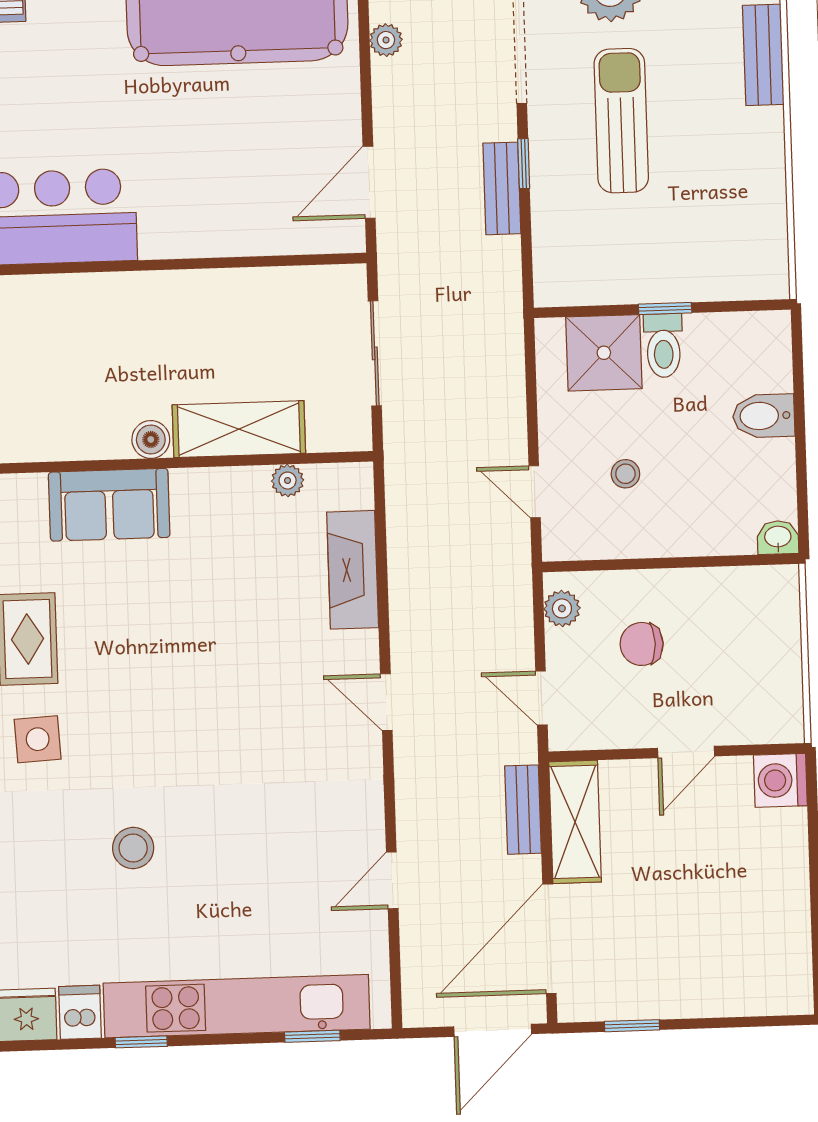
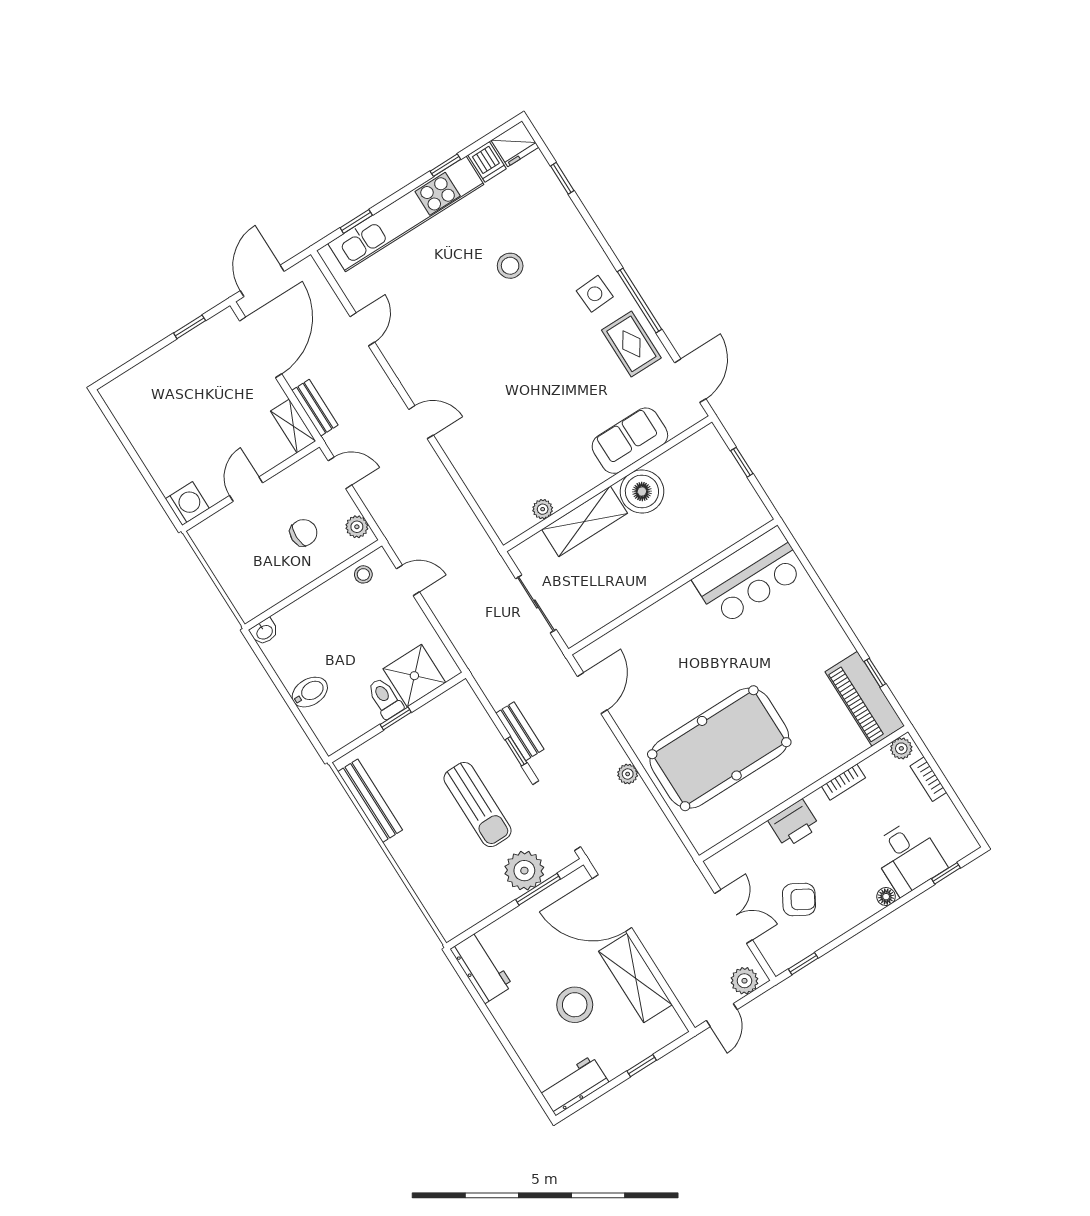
bench: (763, 55) -> (370, 801), moved, width x1.36
boiler: (151, 439) -> (642, 491), width x1.86, depth x1.86
stool: (625, 474) -> (363, 574), moved
fireplace: (353, 570) -> (480, 482), removed
shelving: (575, 822) -> (293, 426), width x0.67, depth x0.75

